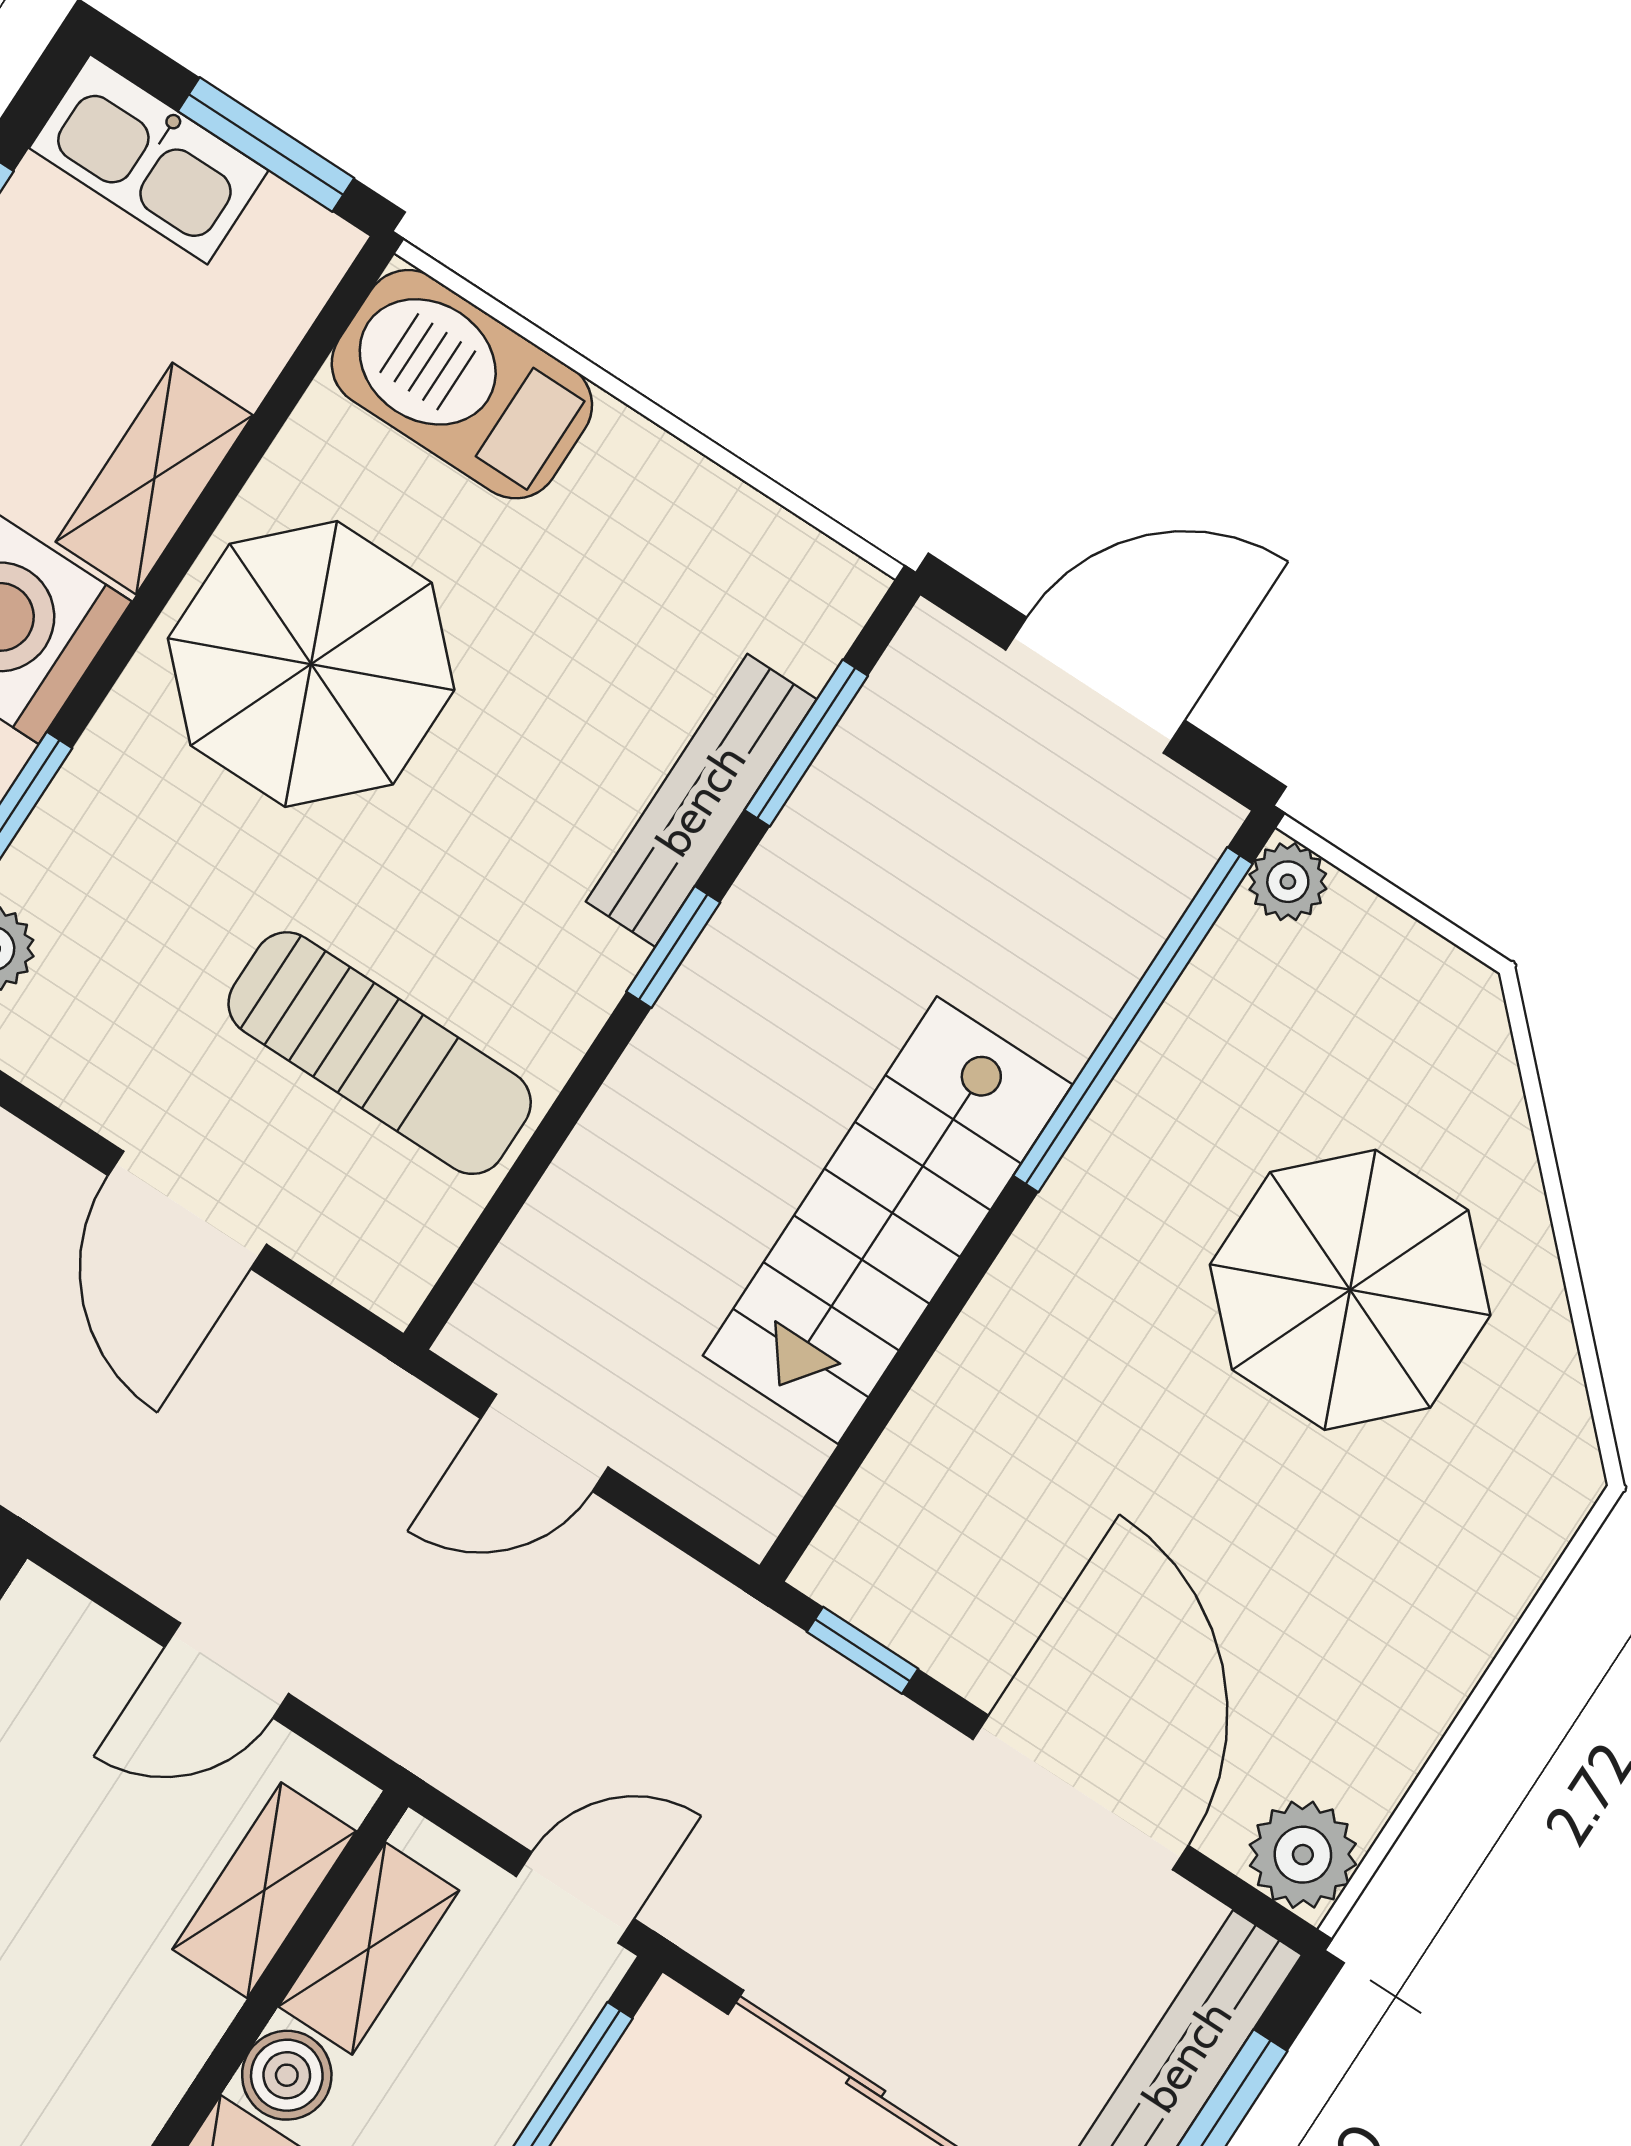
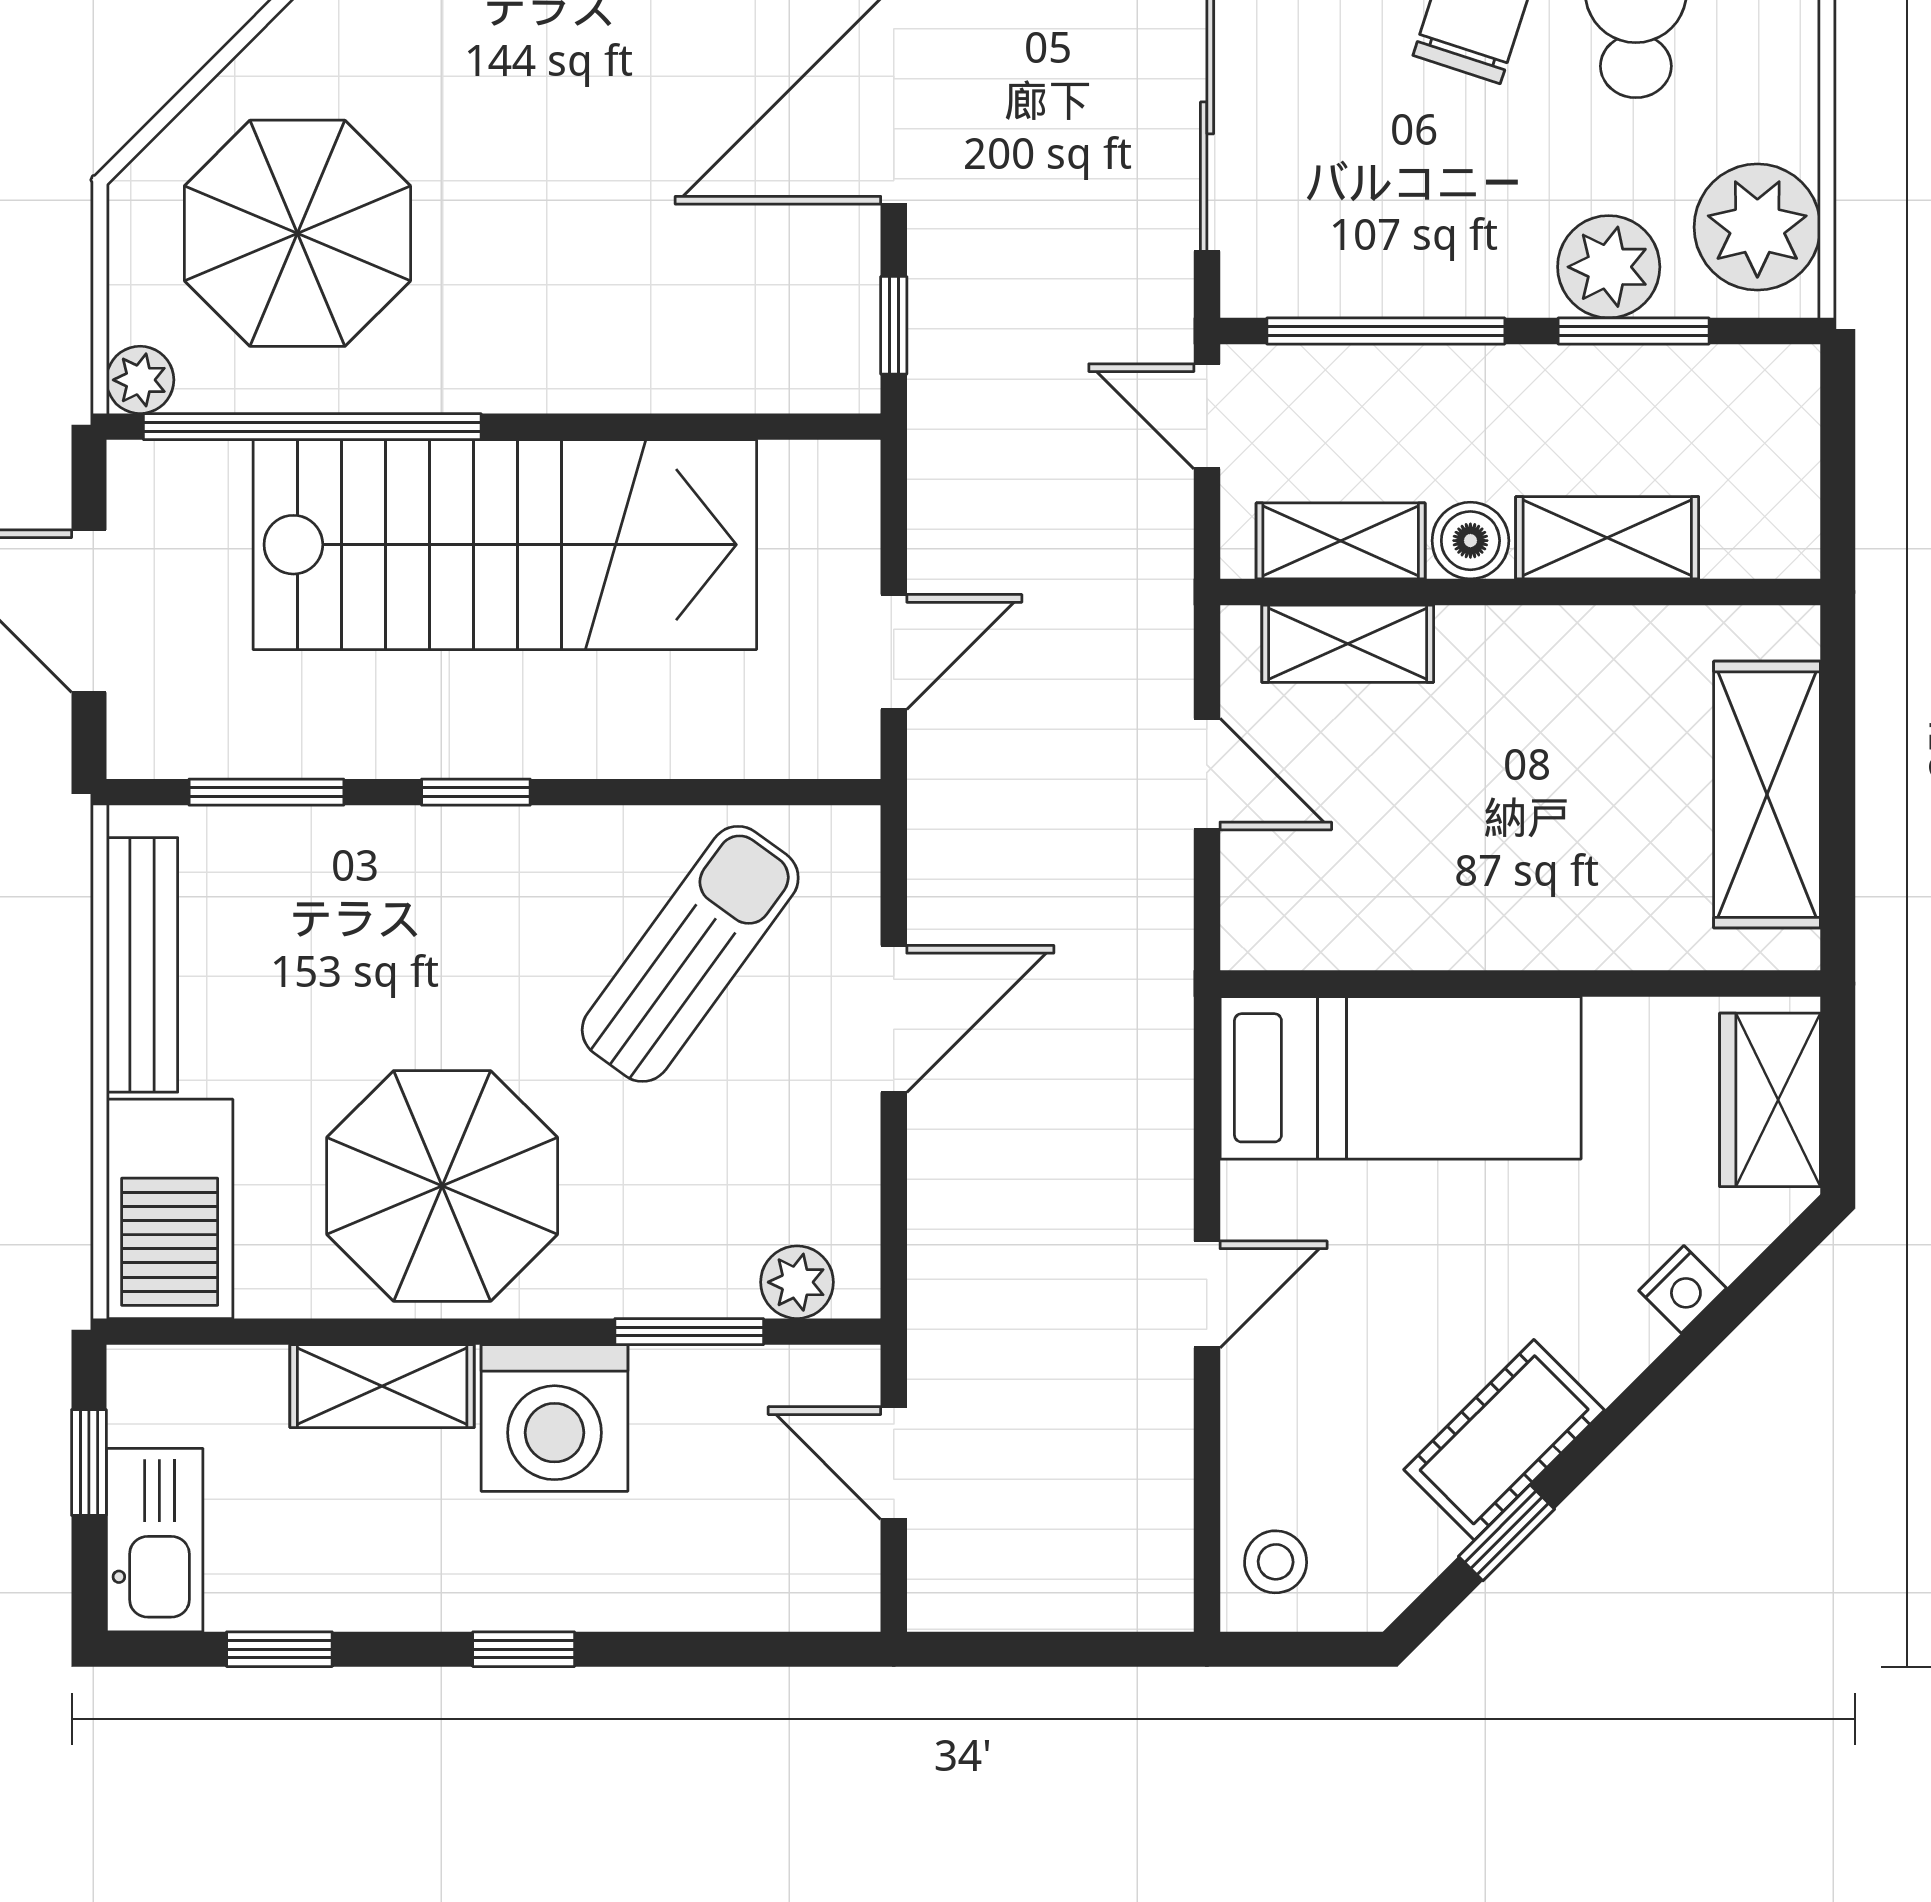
window: (266, 145) -> (89, 1463), width x0.67
bench: (701, 800) -> (142, 965), moved, turned 90
sun lounger: (380, 1053) -> (690, 954), turned 36
stairs: (888, 1220) -> (505, 545), width x1.36, depth x1.51
parasol: (1350, 1290) -> (297, 233), moved
door: (544, 1443) -> (894, 652), hinge flipped

